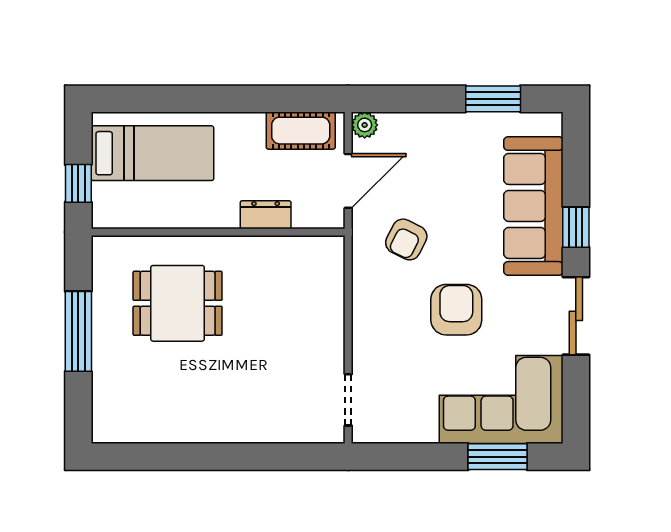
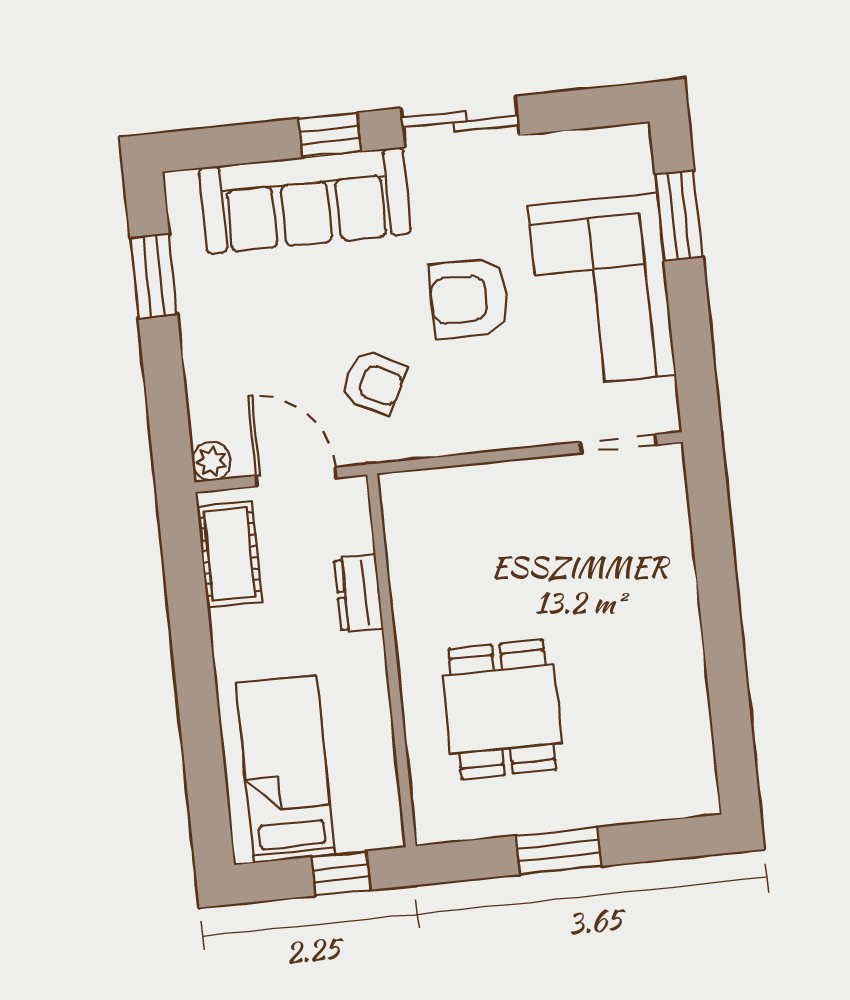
window: (78, 331) -> (559, 851), width x0.69
corner sofa: (501, 400) -> (602, 290), moved

